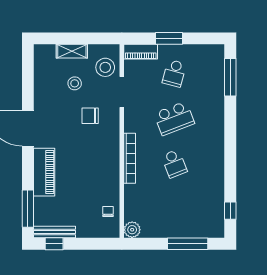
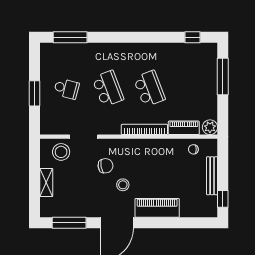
piano: (141, 52) -> (184, 128), moved, turned -90
stool: (75, 83) -> (123, 185), moved
chair: (90, 116) -> (105, 166), turned -99
school desk: (174, 164) -> (149, 89), width x1.85
window: (28, 209) -> (69, 223), moved
bench: (55, 232) -> (212, 176), moved

